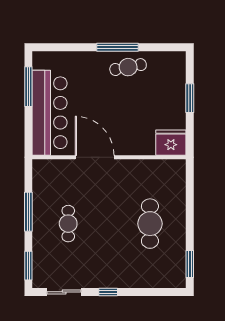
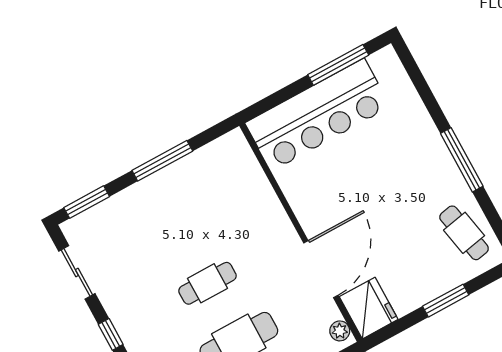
cafe table: (128, 67) -> (464, 233), moved
door: (95, 157) -> (321, 269), moved
plant: (175, 165) -> (340, 331), added
cafe table: (68, 224) -> (207, 283), moved

